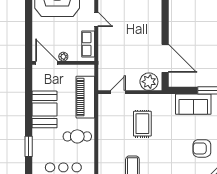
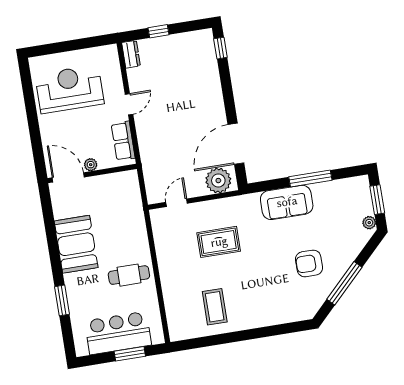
door: (96, 19) -> (129, 104), hinge flipped
door: (165, 58) -> (236, 144), swing flipped
piano: (85, 97) -> (131, 217), removed
rug: (142, 124) -> (219, 242), turned 90

